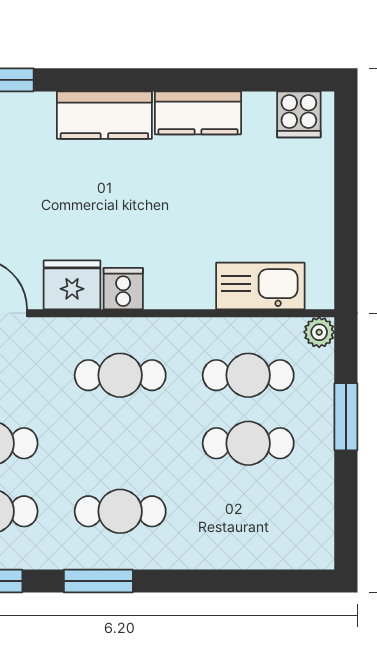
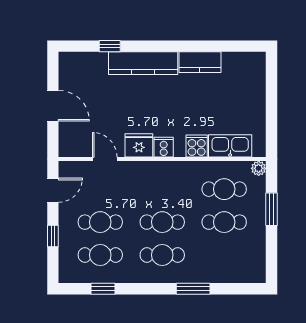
cooker: (299, 114) -> (197, 146), moved, turned 180
kitchen counter: (104, 115) -> (143, 63), width x1.50
cafe table: (120, 375) -> (162, 222), moved
window: (98, 581) -> (193, 289), moved

